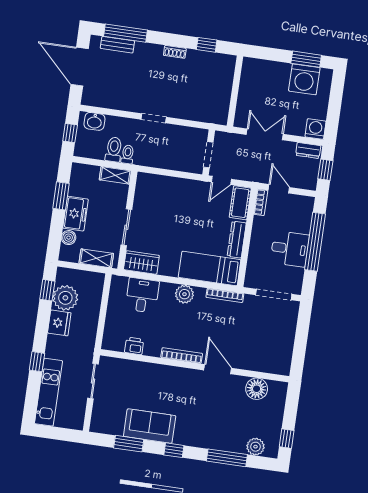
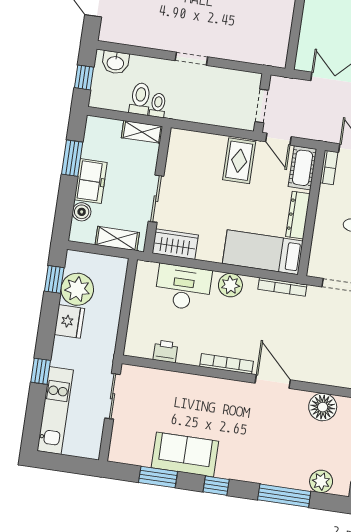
door: (221, 180) -> (278, 139), hinge flipped
rug: (191, 197) -> (239, 161), added
desk: (142, 295) -> (183, 287), width x1.37

